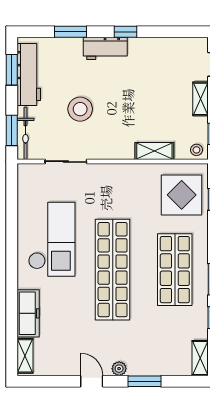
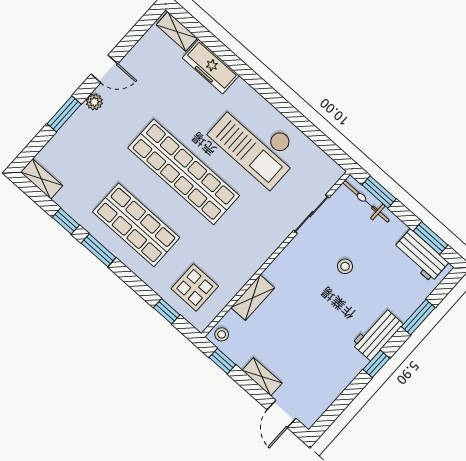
workbench: (29, 74) -> (421, 255), width x0.73
stool: (80, 109) -> (345, 266), width x0.53, depth x0.53
display table: (182, 195) -> (195, 287), width x0.73, depth x0.73

